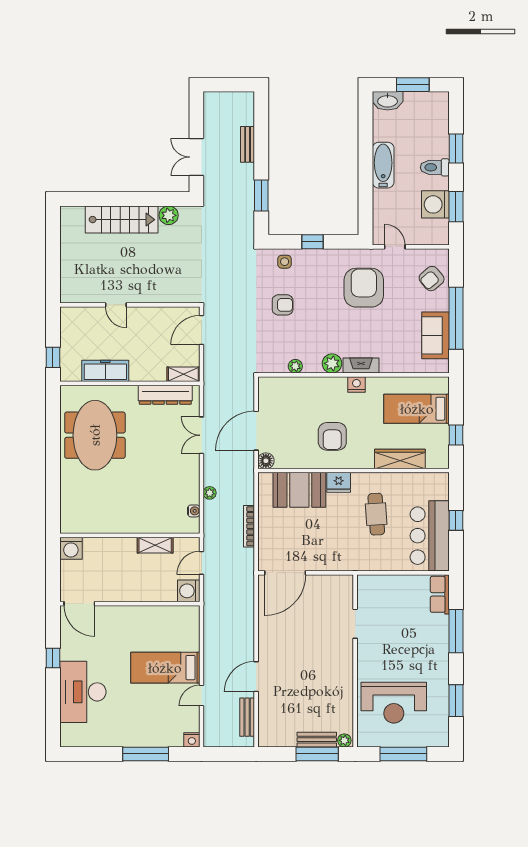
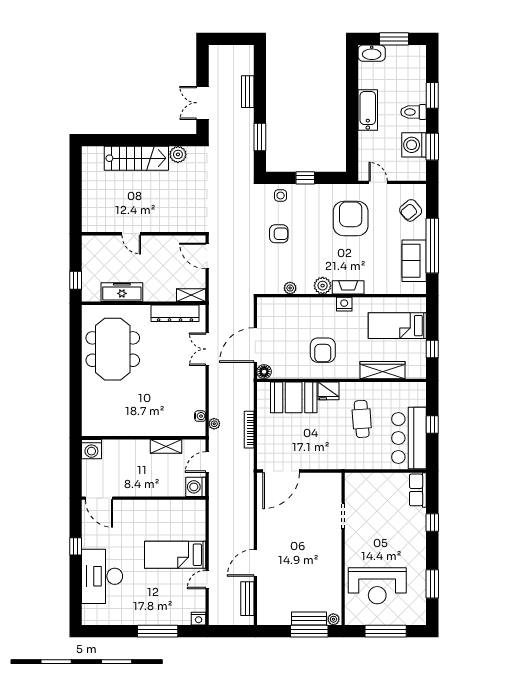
door: (202, 330) -> (207, 256), hinge flipped
plant: (210, 493) -> (214, 424), moved
window: (456, 631) -> (432, 522), width x0.46

